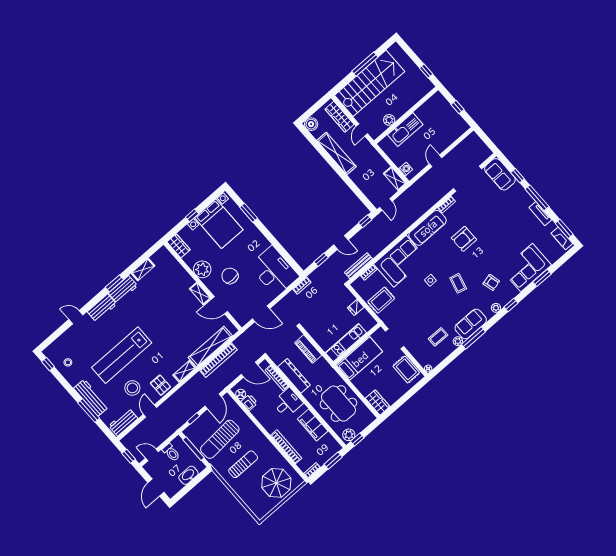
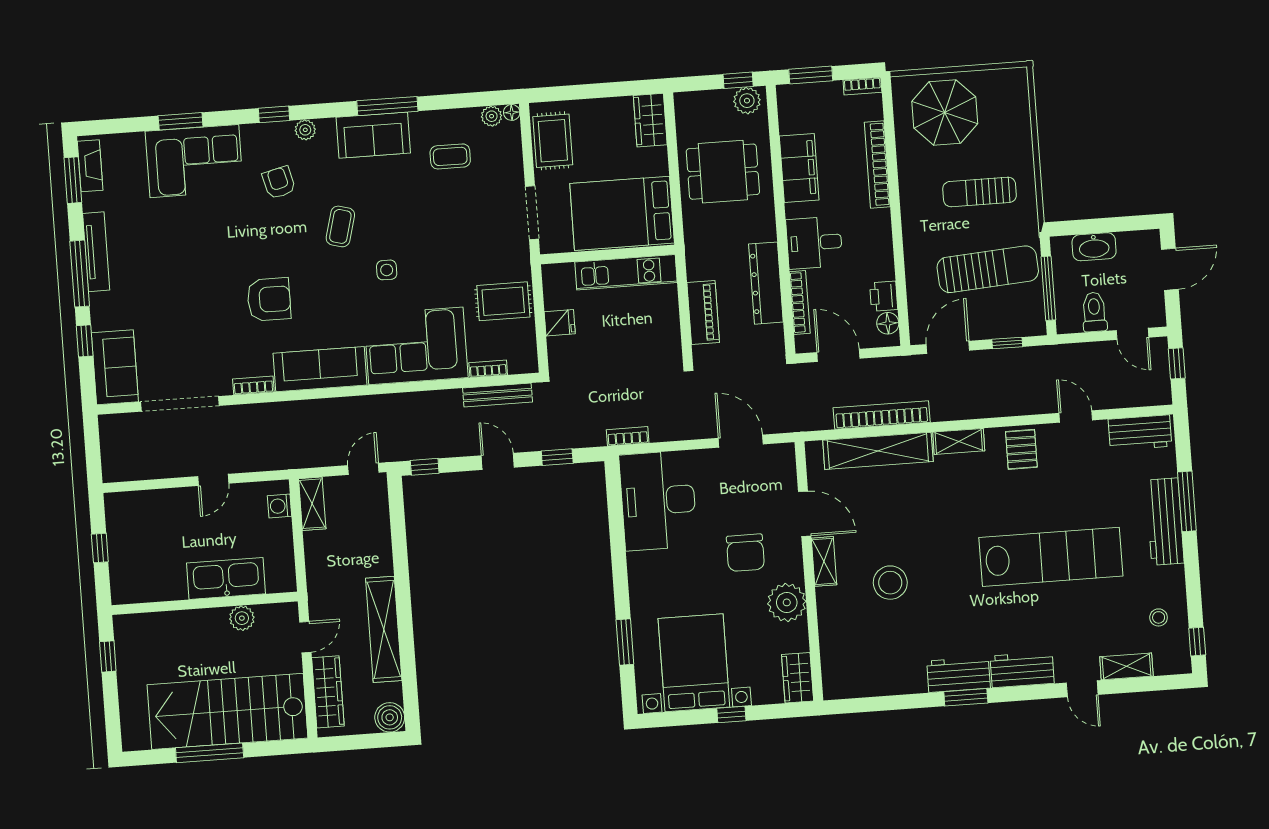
tv unit: (540, 214) -> (96, 252), width x1.41
shelving: (143, 269) -> (1126, 666), moved
plant: (458, 341) -> (492, 116), moved
bed: (360, 359) -> (622, 213), width x1.50
stool: (132, 388) -> (890, 583), moved
dining table: (338, 404) -> (723, 172), width x0.73
door: (150, 411) -> (1076, 417), swing flipped

